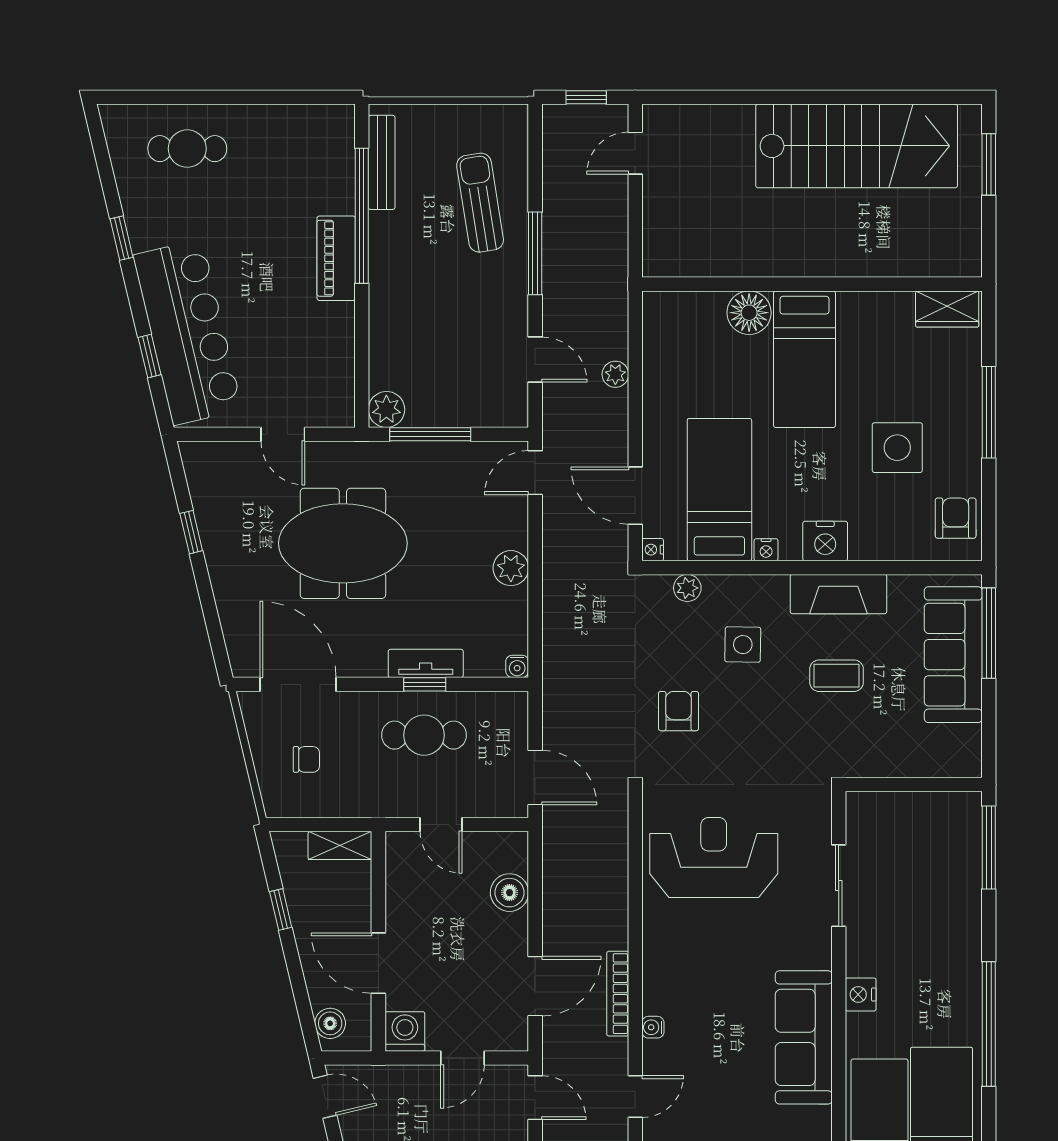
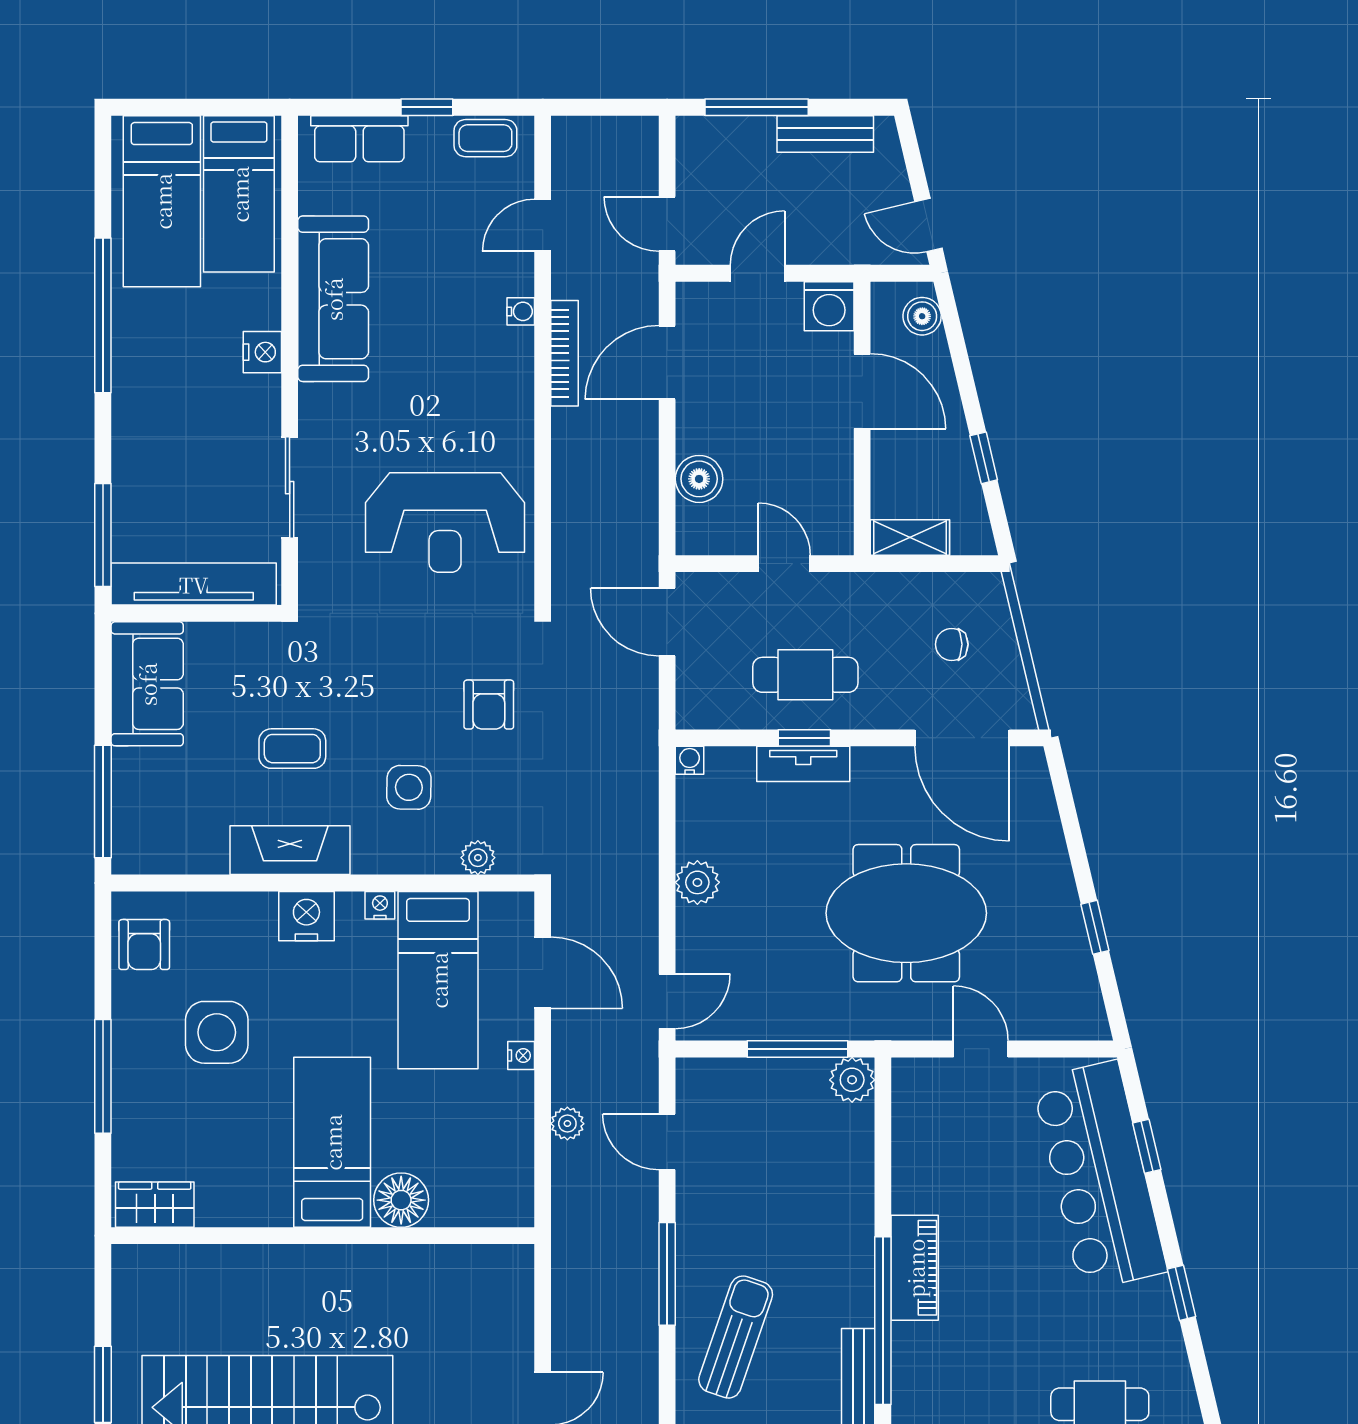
sun lounger: (480, 203) -> (736, 1337), turned -152
nightstand: (653, 550) -> (521, 1055), moved
sofa: (953, 655) -> (147, 684), moved, width x0.73
tv unit: (916, 808) -> (194, 584), added

